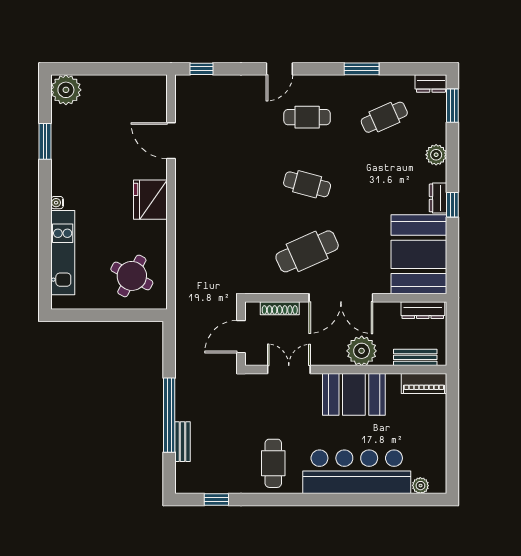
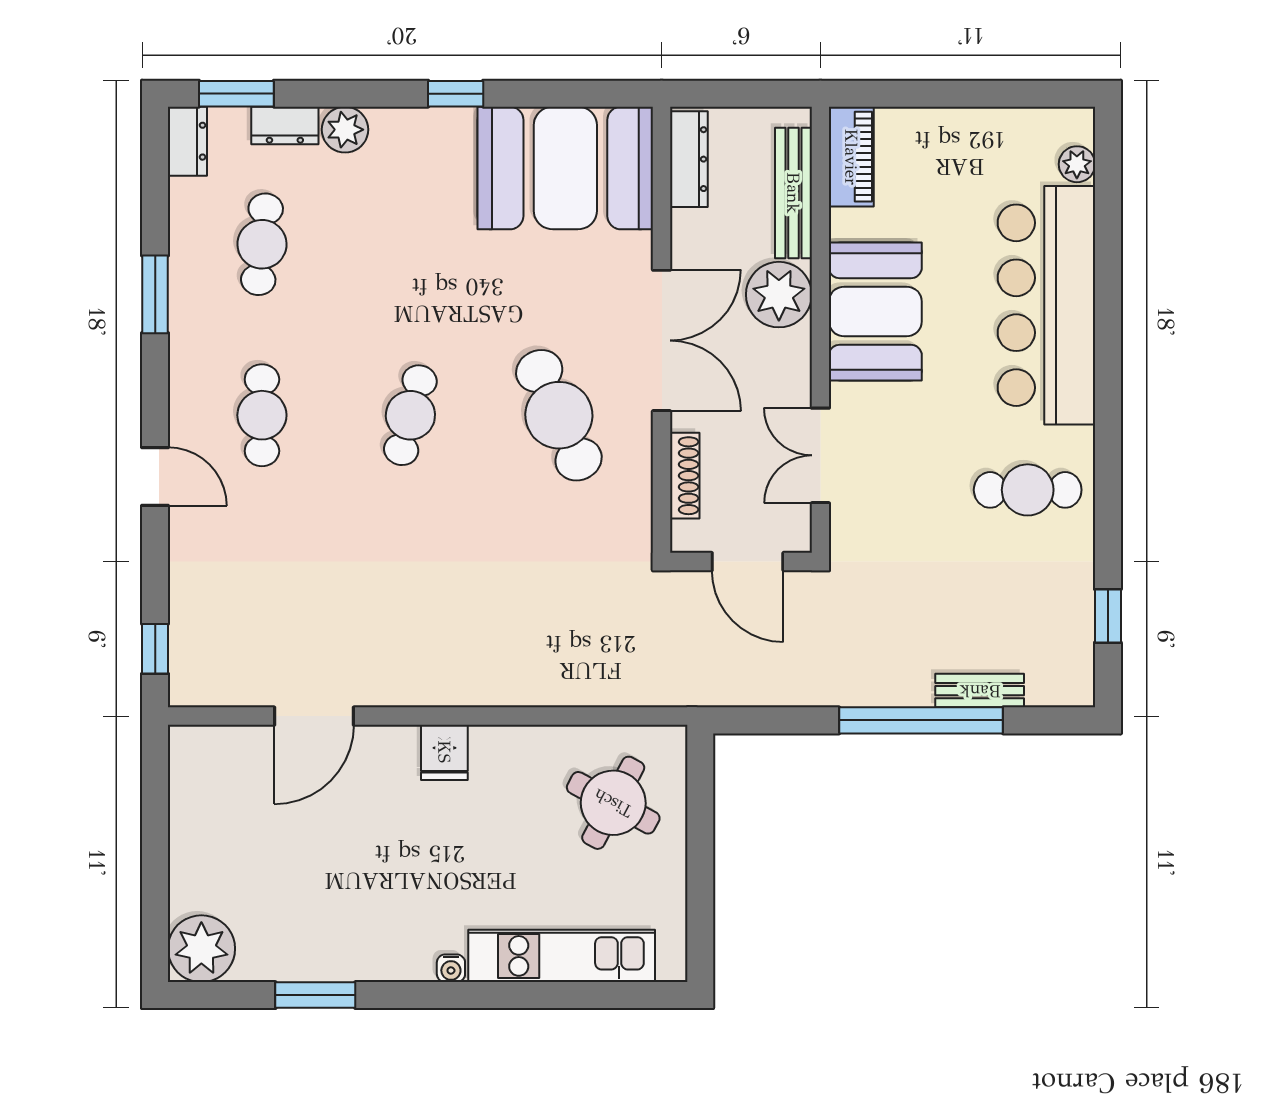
cafe table: (384, 117) -> (262, 244), turned 30
dresser: (438, 198) -> (285, 125), moved
fridge: (150, 200) -> (444, 752), width x0.53, depth x0.75
bench: (415, 357) -> (793, 193), width x1.36

